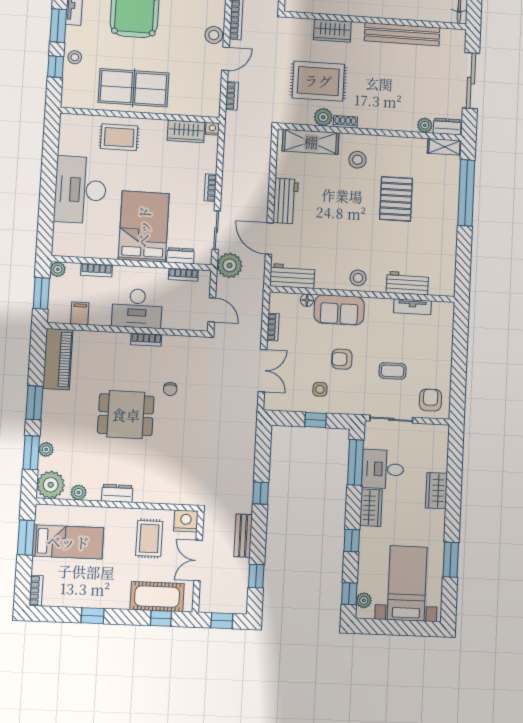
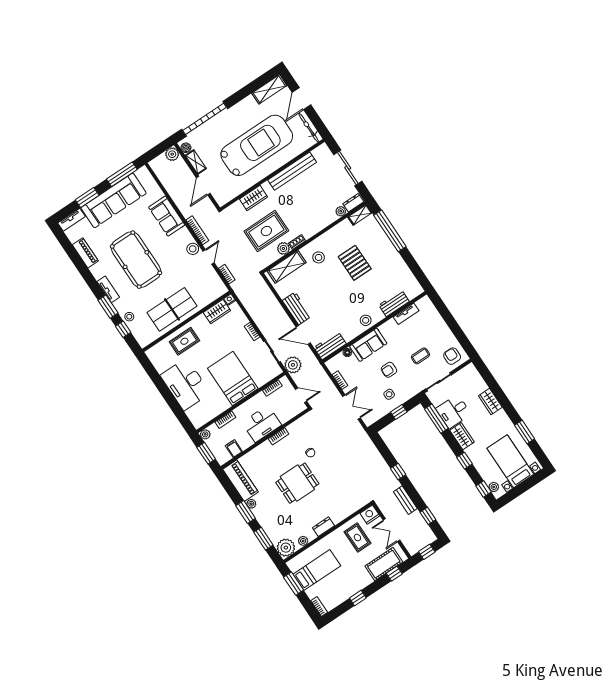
dresser: (180, 256) -> (263, 379), removed
plant: (46, 449) -> (251, 504), moved

